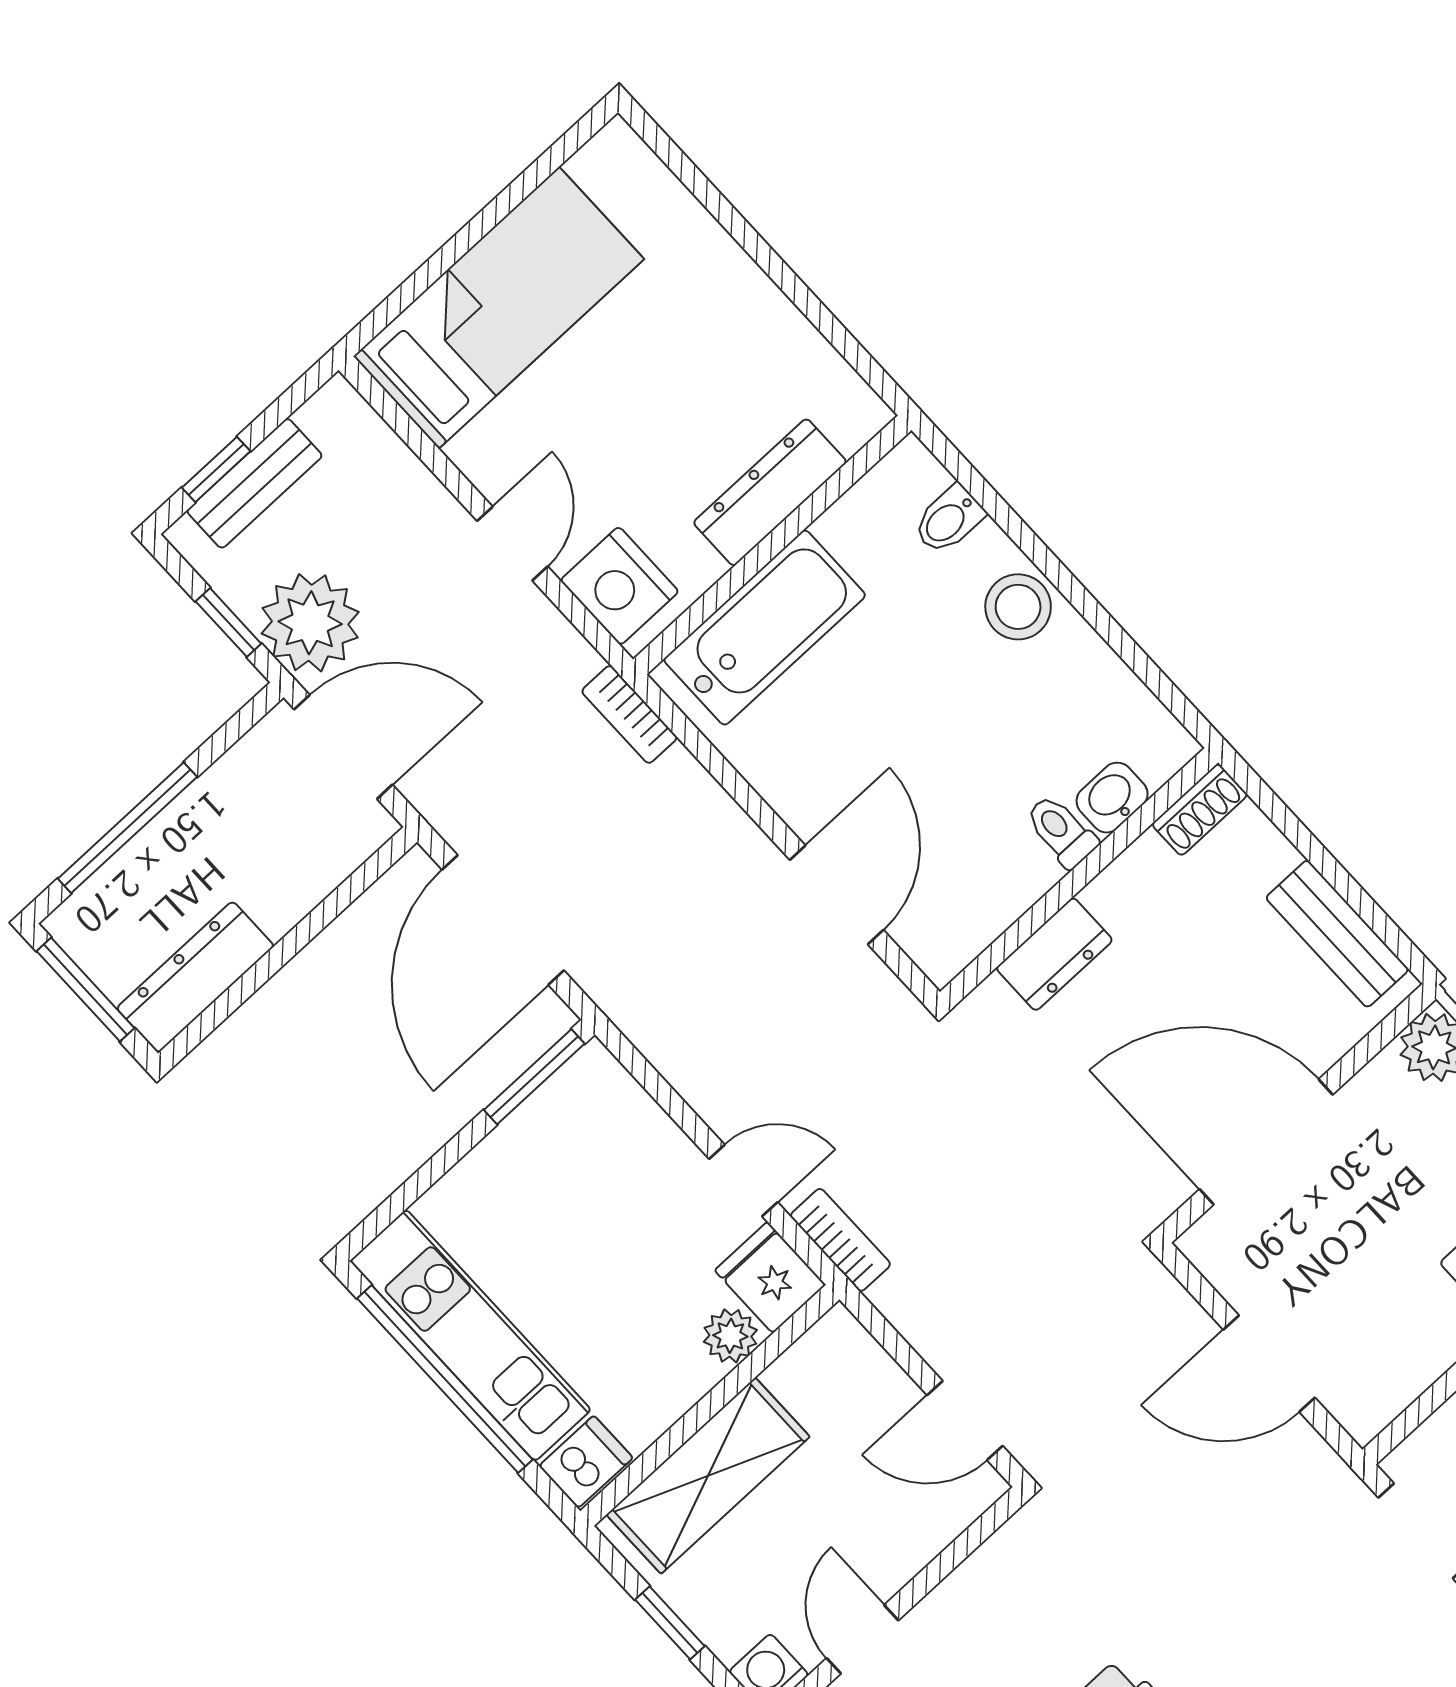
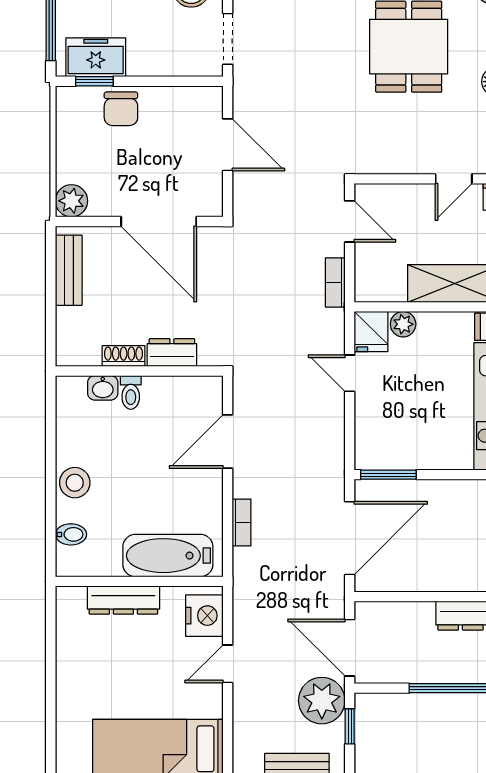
bookcase: (629, 714) -> (242, 522), moved
shoe rack: (1200, 810) -> (124, 356), moved
bookcase: (840, 1240) -> (335, 282), moved

